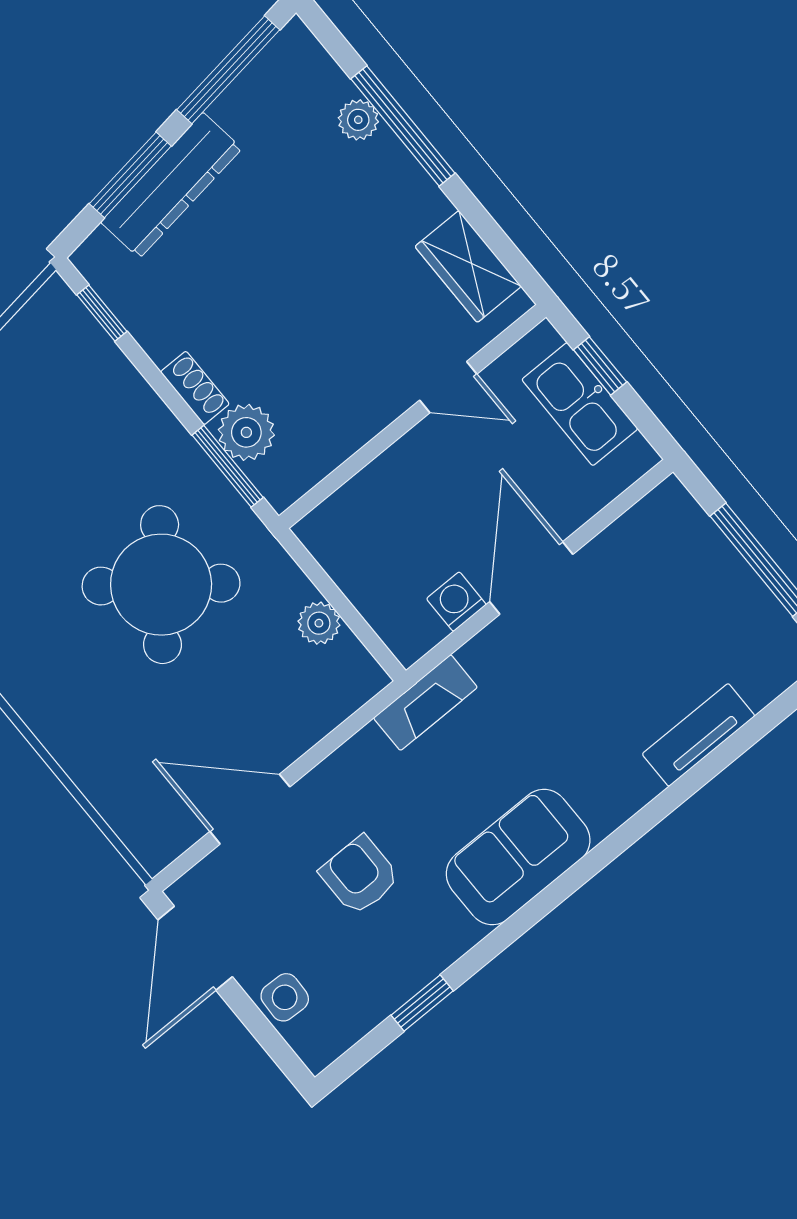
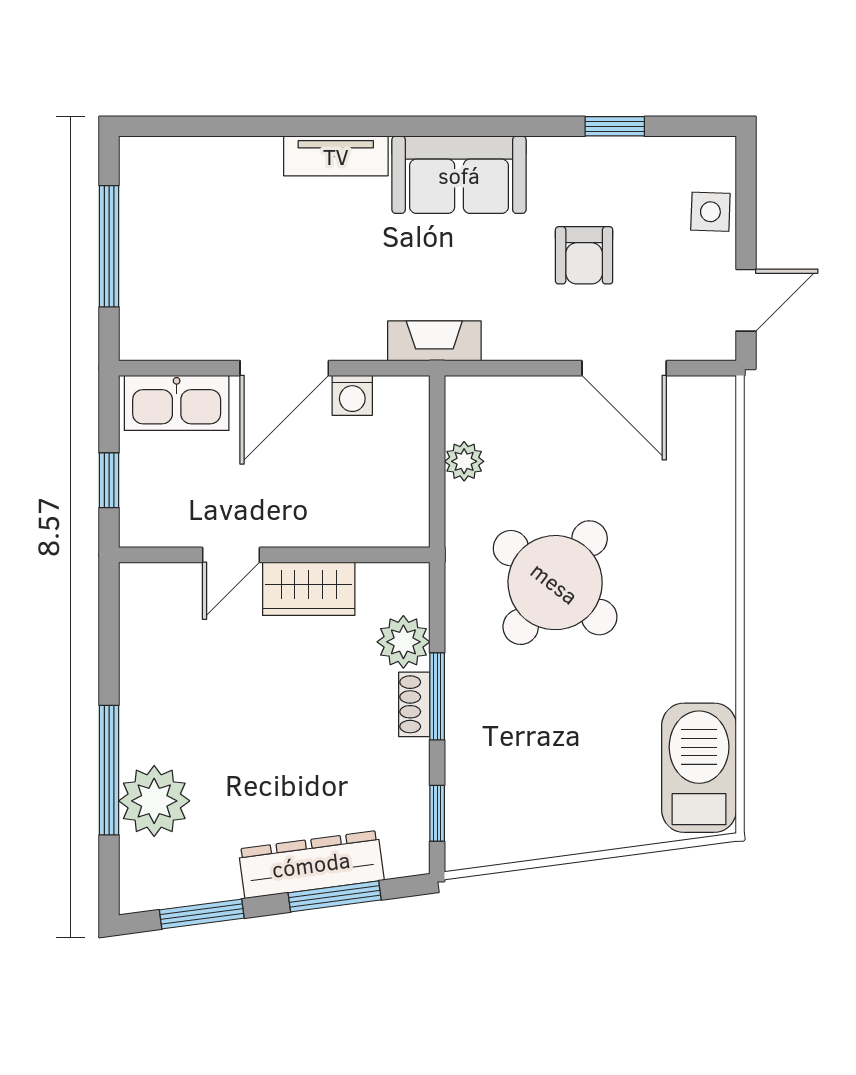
window: (228, 70) -> (202, 914), width x0.69
plant: (358, 120) -> (154, 801), width x1.87, depth x1.87
wardrobe: (468, 267) -> (309, 589), moved, turned 90
door: (448, 387) -> (231, 555), swing flipped
kitchen sink: (580, 404) -> (177, 403), moved, turned 90
window: (228, 466) -> (437, 696), moved
tv unit: (699, 735) -> (336, 156), moved
door: (195, 948) -> (746, 300), width x0.73

